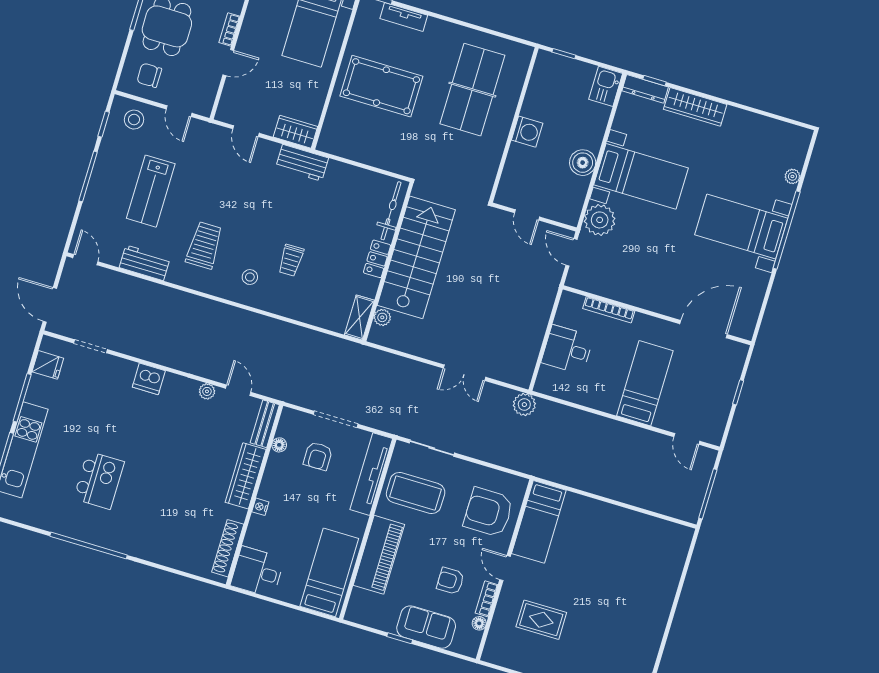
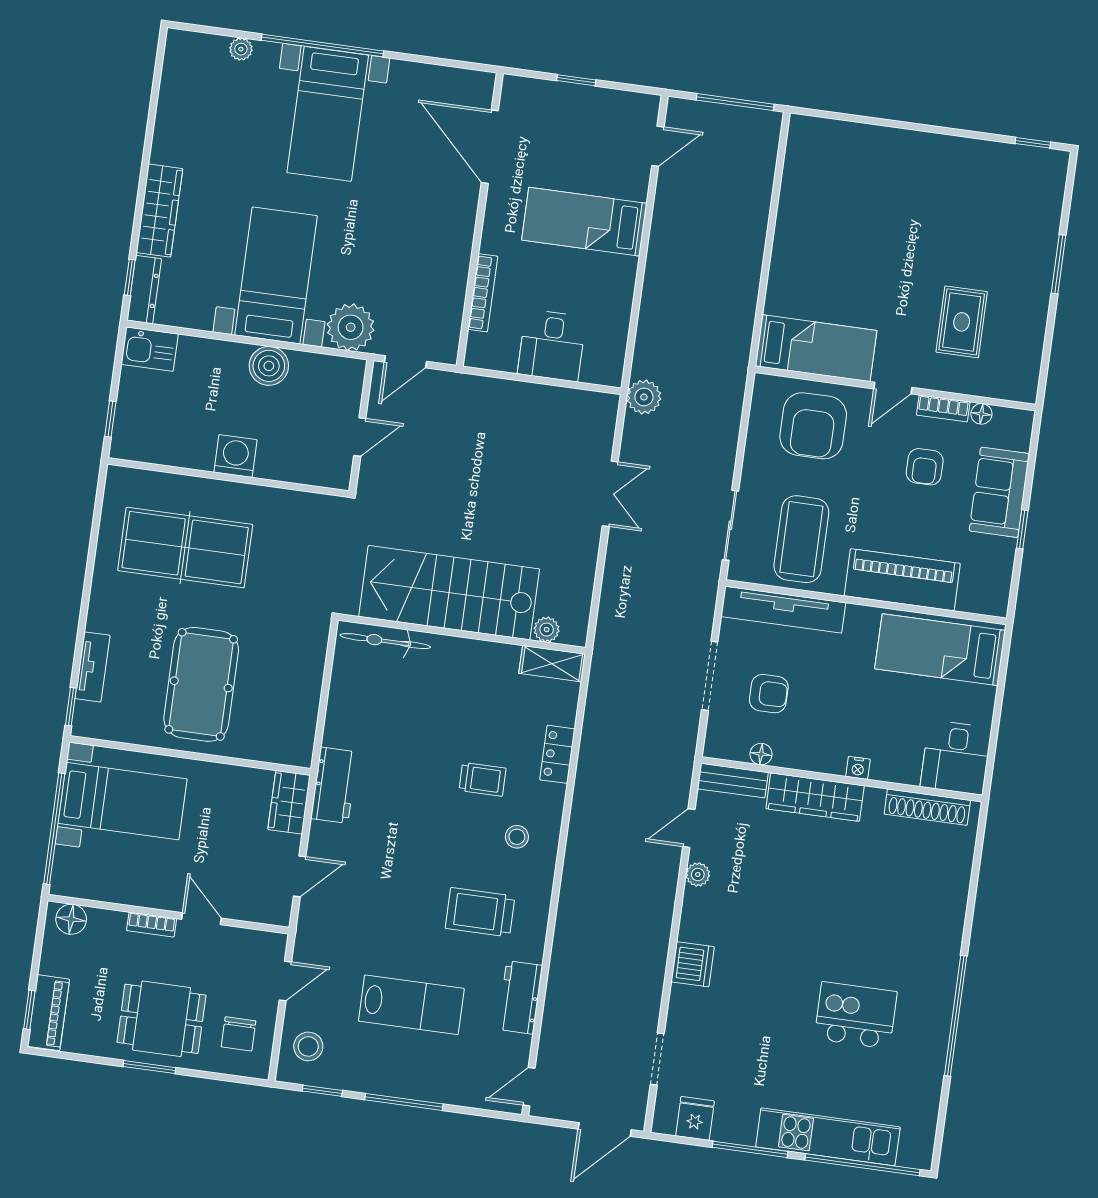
locker: (377, 259) -> (557, 754), moved, turned 90

